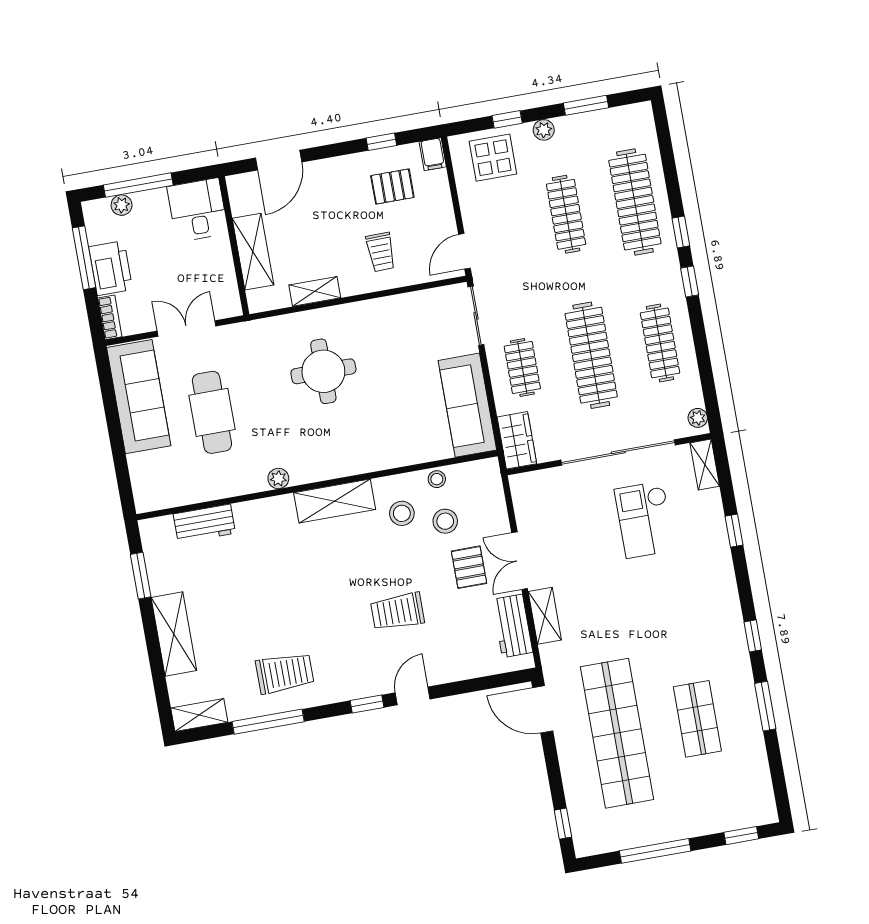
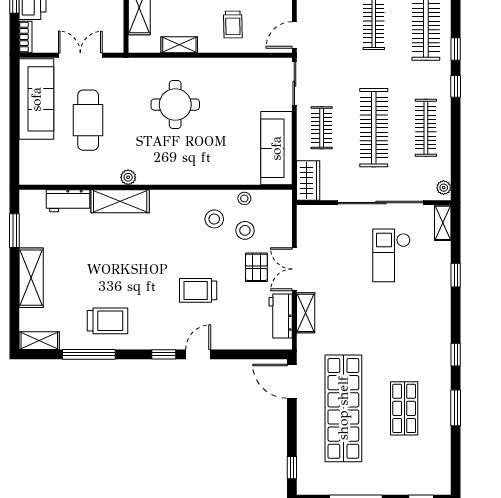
shelving: (335, 501) -> (120, 201), moved

